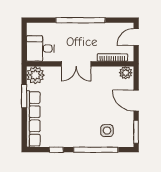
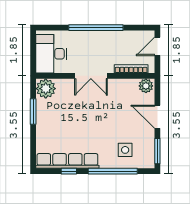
desk: (40, 49) -> (51, 54), width x1.37
row of seats: (33, 119) -> (67, 161), moved, turned -90

